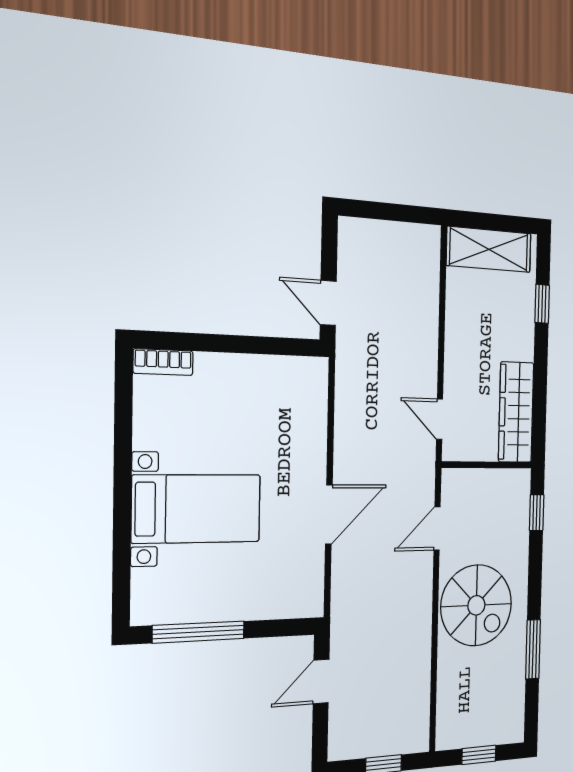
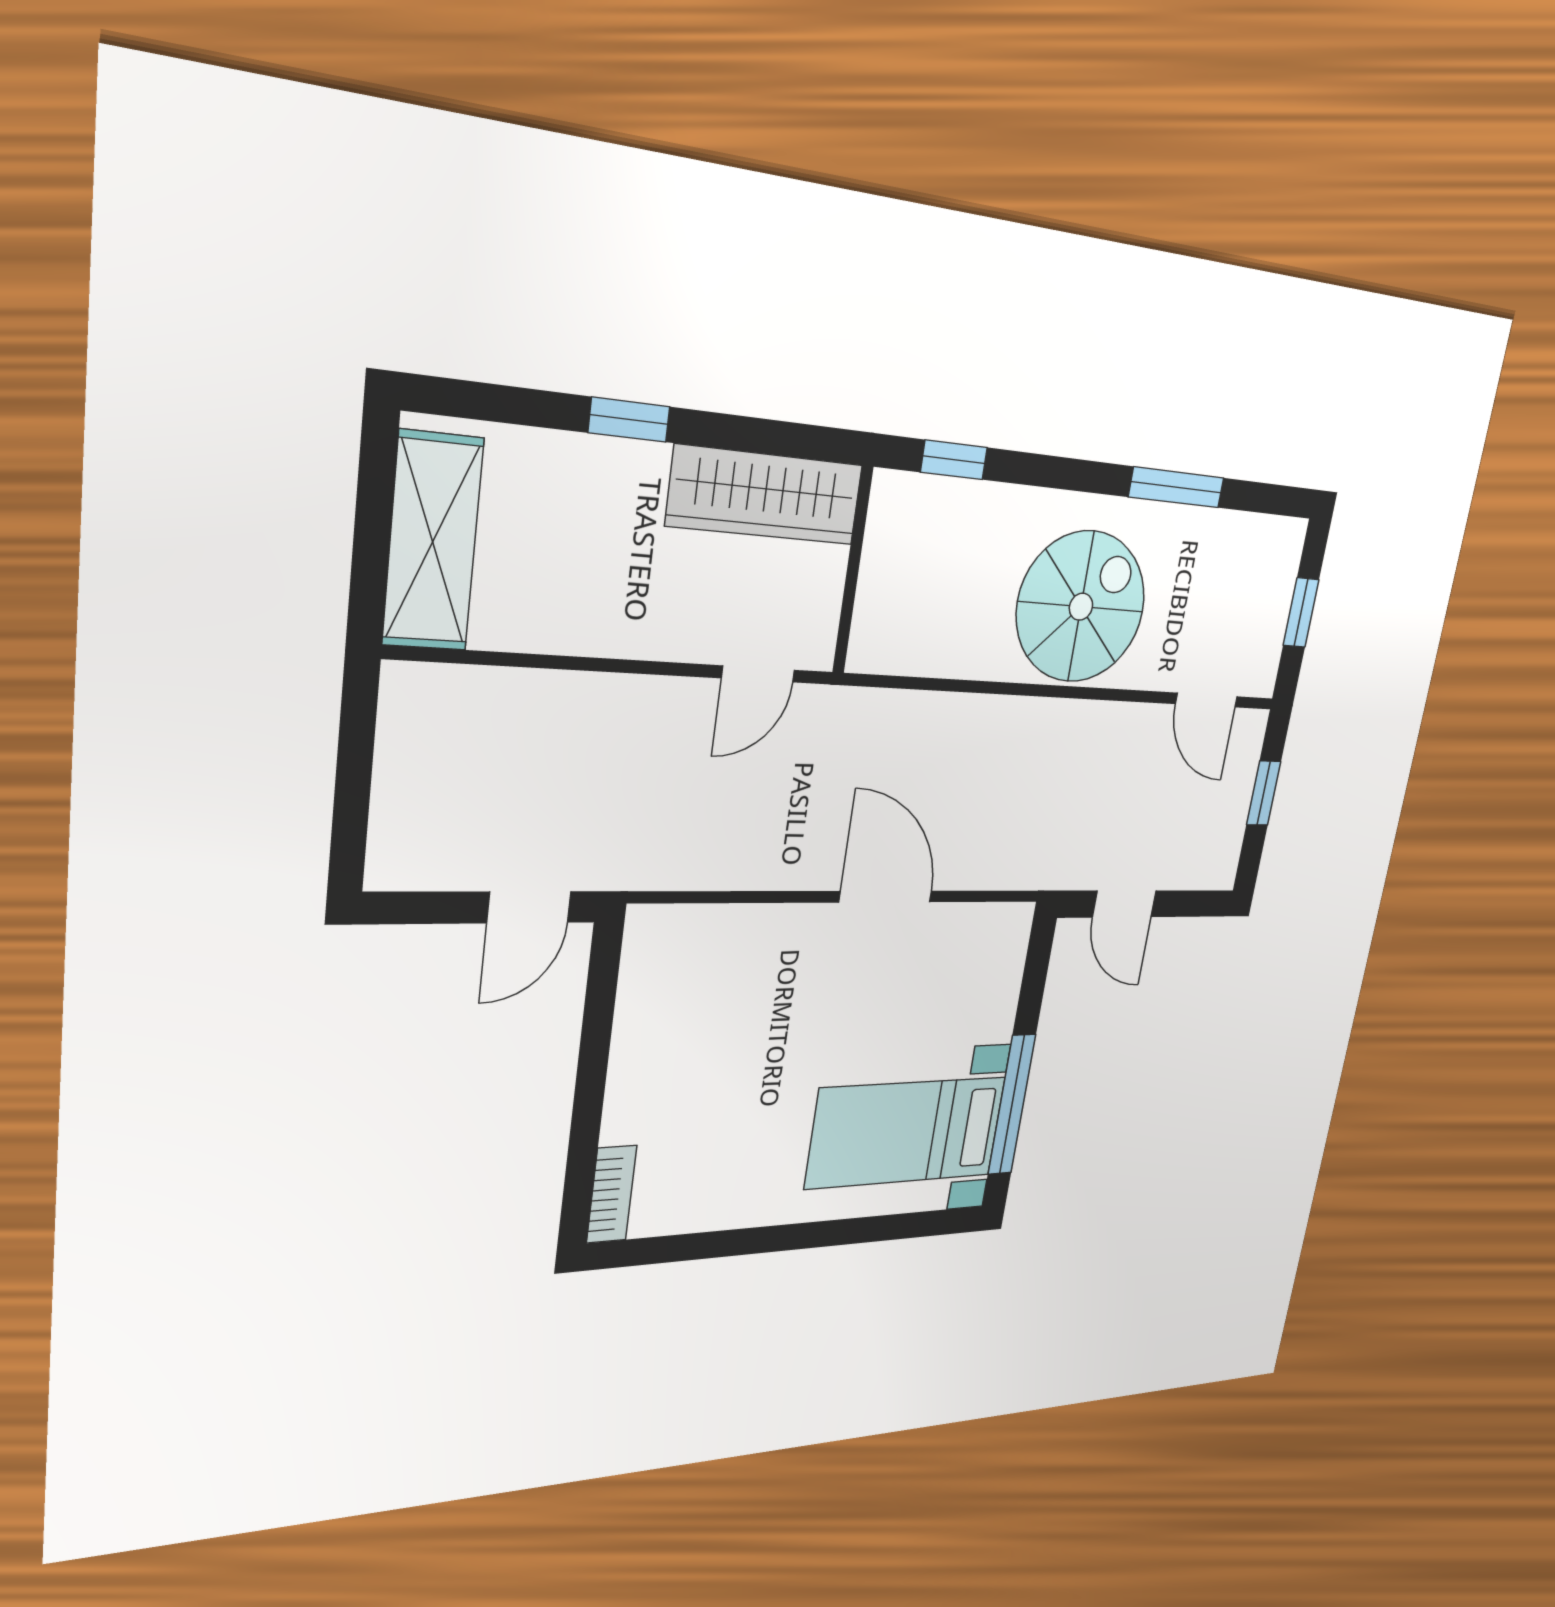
window: (542, 304) -> (629, 420), moved
bed with nightstands: (197, 509) -> (906, 1132), moved, turned -90
door: (437, 528) -> (1206, 700), moved

